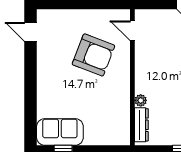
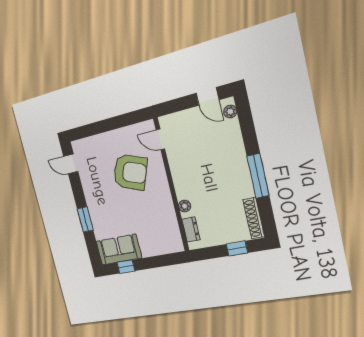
window: (31, 93) -> (85, 220), added
dresser: (141, 125) -> (191, 229), width x0.70

